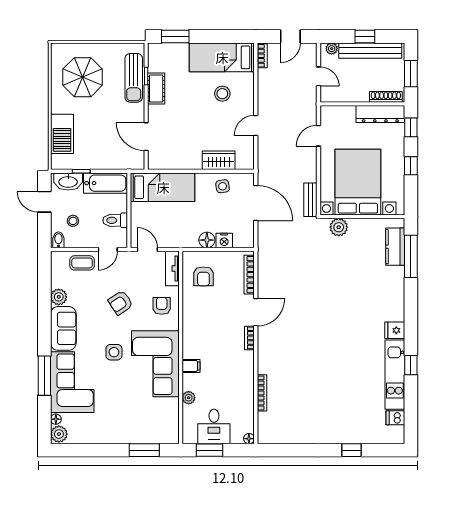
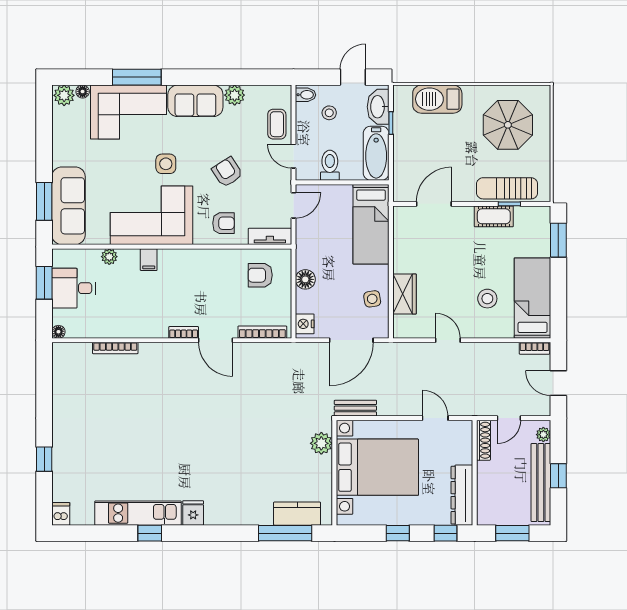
shoe rack: (386, 97) -> (483, 440), moved
nightstand: (224, 241) -> (305, 324), moved
dishwasher: (395, 418) -> (61, 514), moved
sofa: (148, 431) -> (68, 206), added

